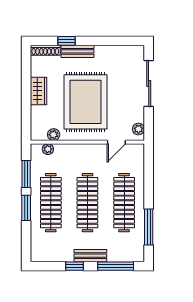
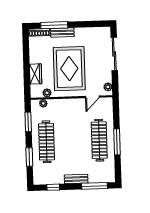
window: (67, 41) -> (54, 25), width x2.17
wardrobe: (39, 91) -> (36, 74), moved
clothes rail: (87, 203) -> (73, 141), removed
window: (26, 208) -> (29, 157), moved
window: (149, 227) -> (117, 142), moved
window: (74, 266) -> (53, 187), moved

